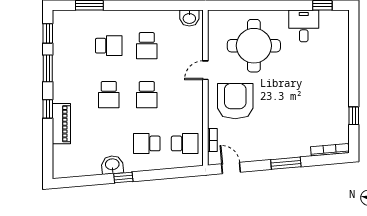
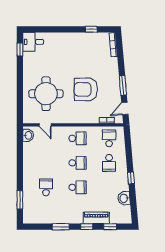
desk: (304, 26) -> (33, 42), moved
window: (48, 33) -> (110, 227), moved
school desk: (147, 46) -> (78, 138), moved
door: (205, 70) -> (45, 125), moved
armchair: (235, 101) -> (86, 89), moved
window: (286, 163) -> (123, 85), moved
washbasin: (112, 165) -> (124, 198), moved

